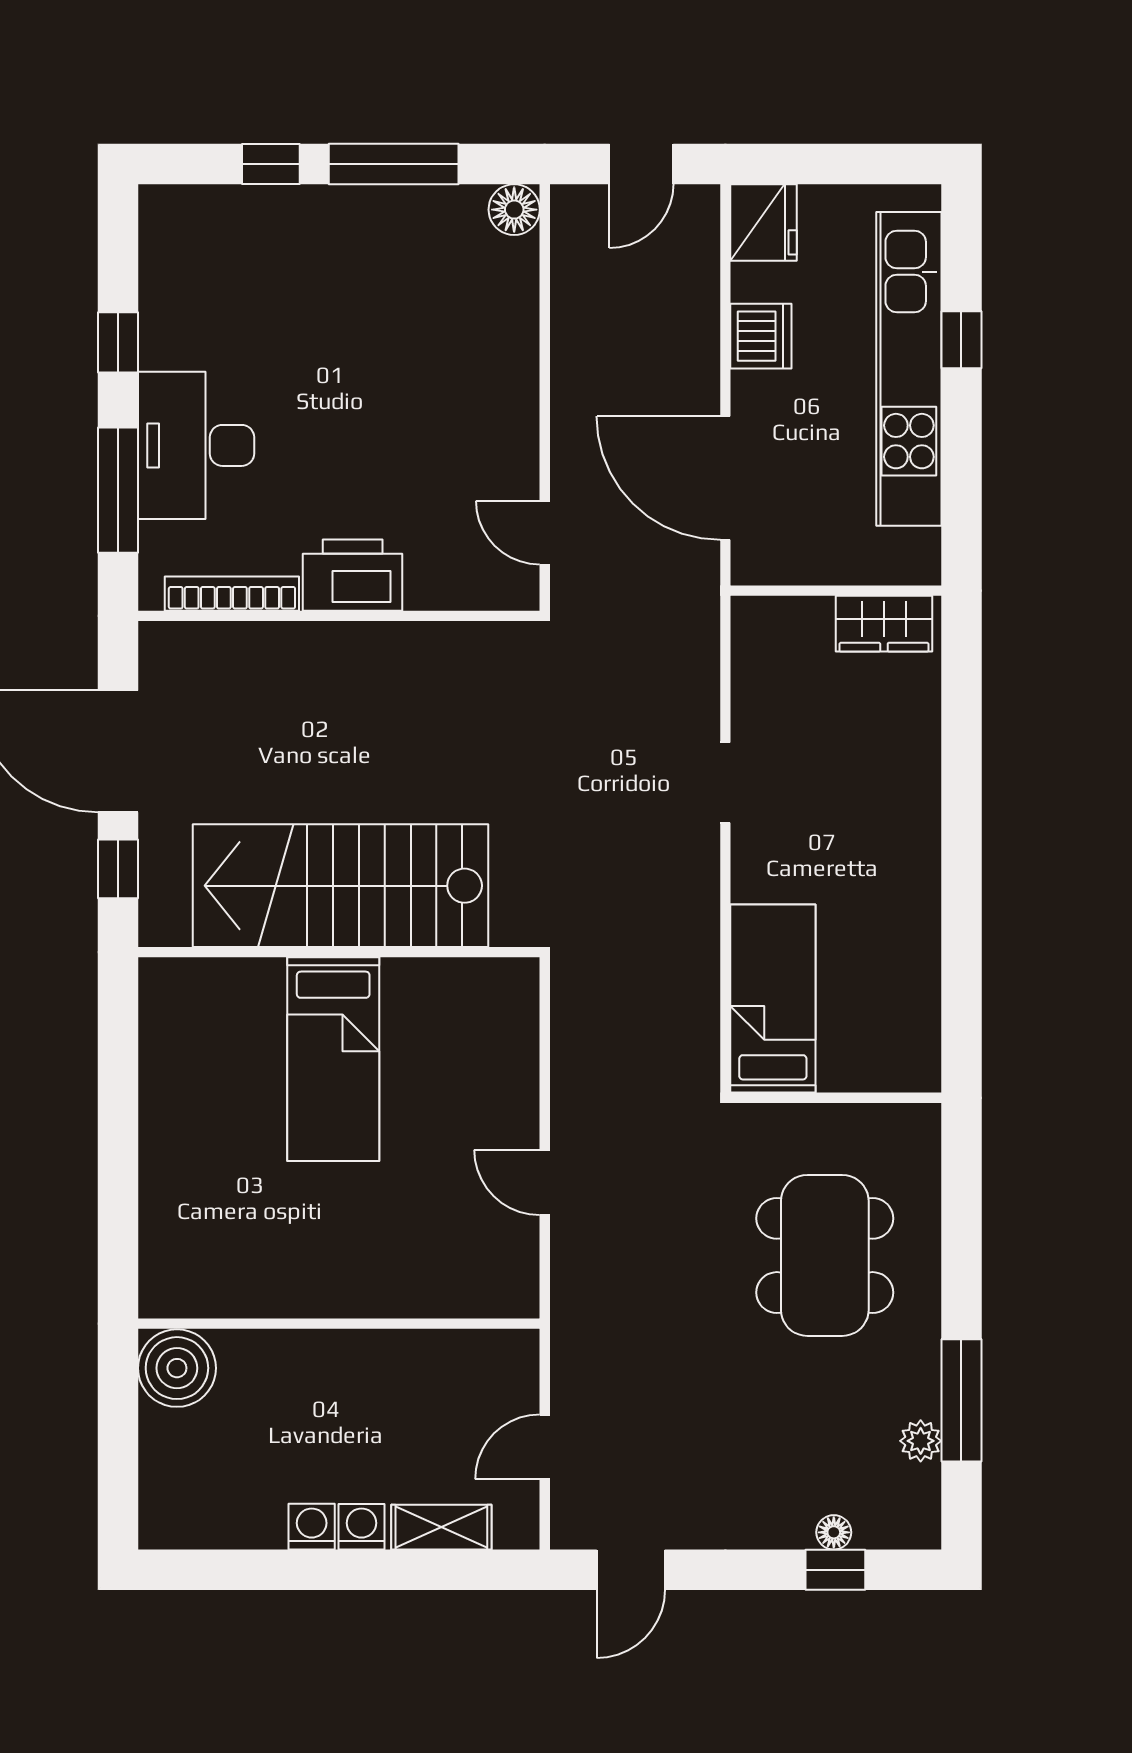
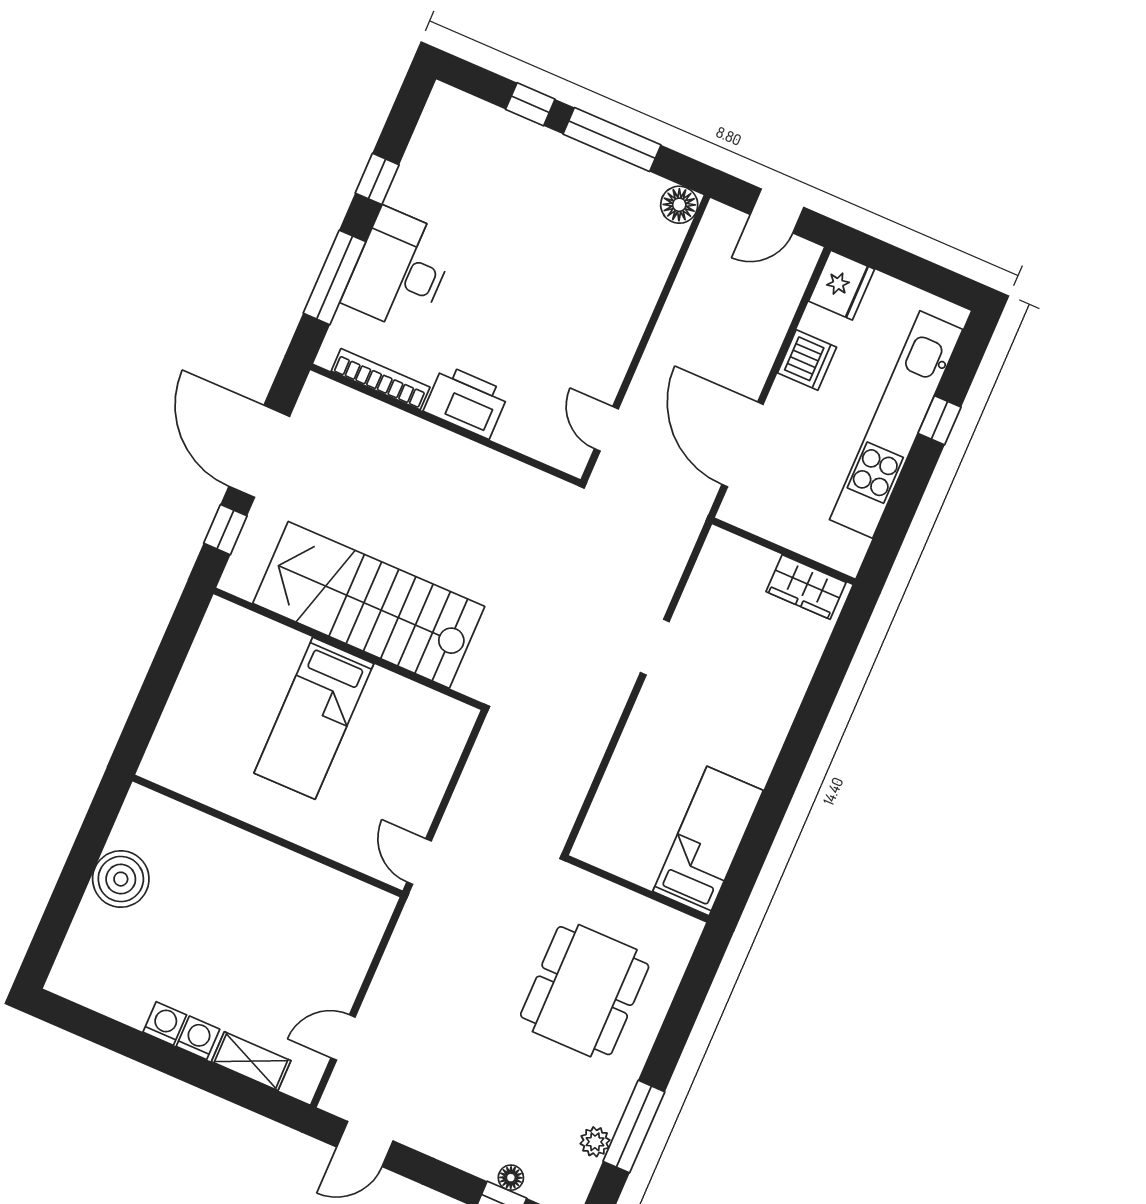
bed: (773, 999) -> (708, 841), moved
wall: (339, 1324) -> (267, 836), moved

